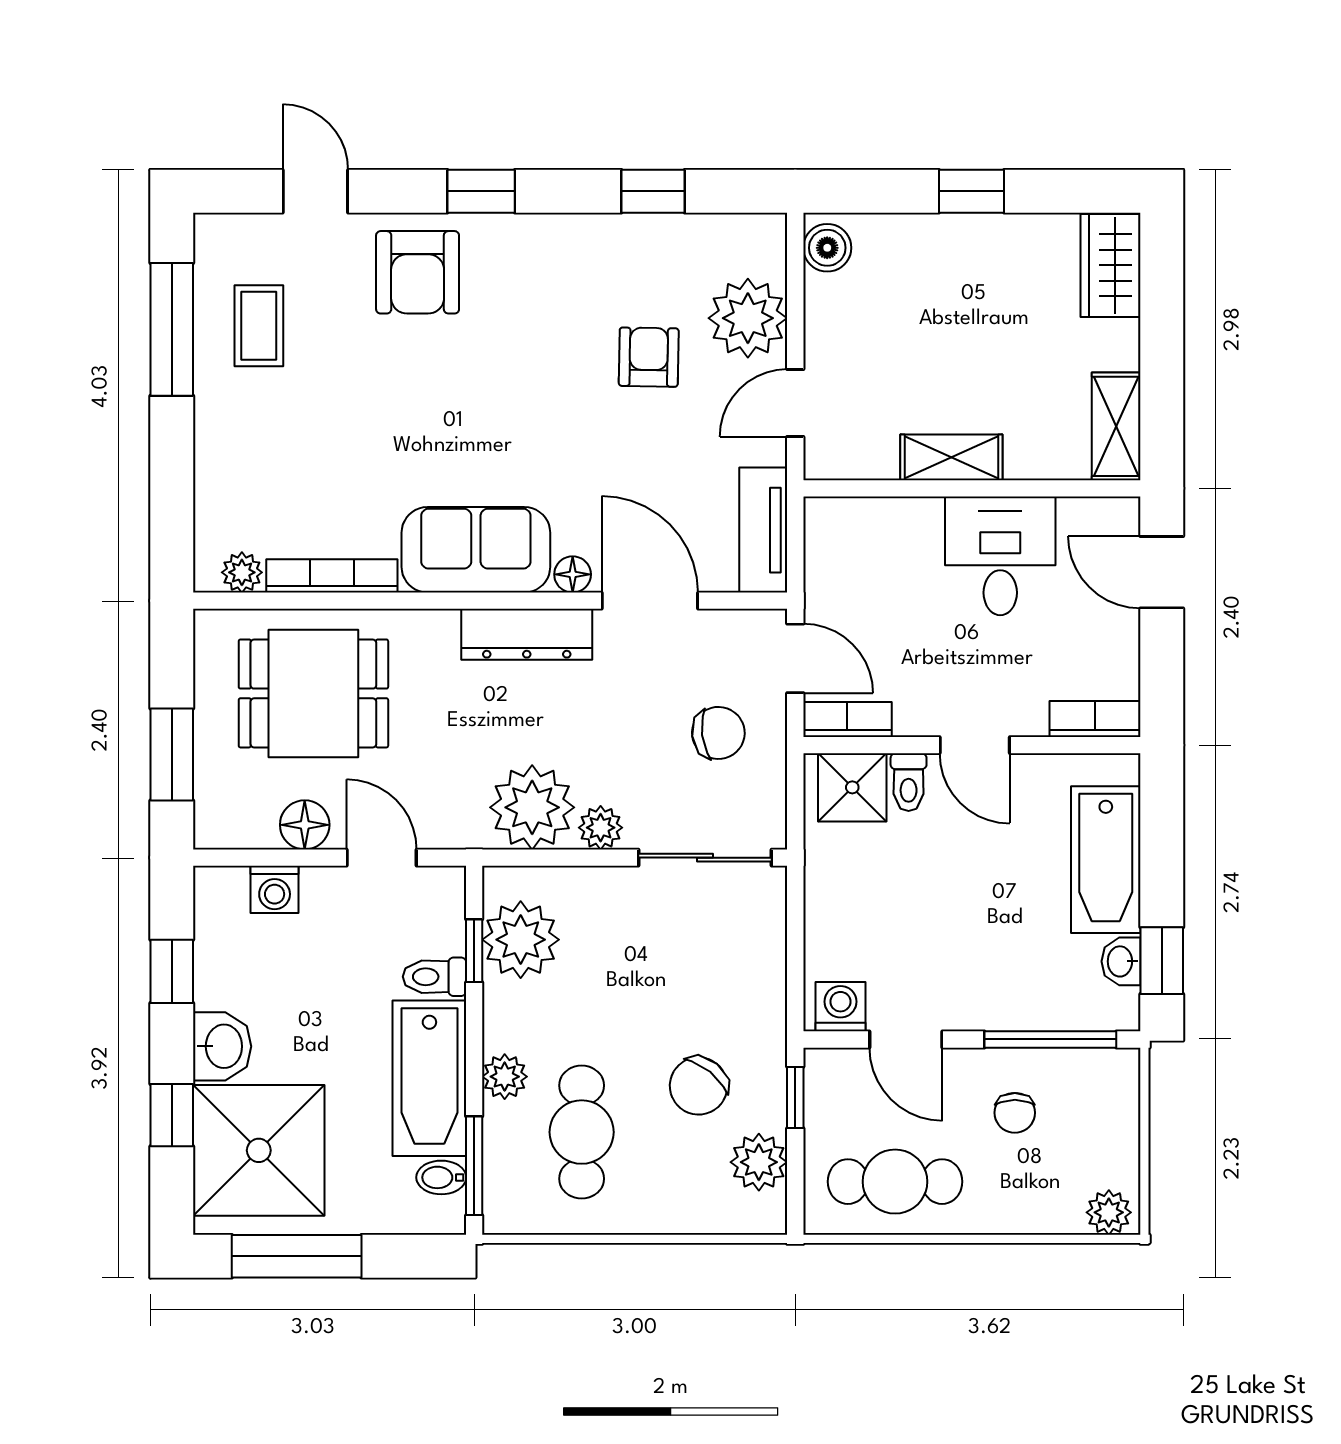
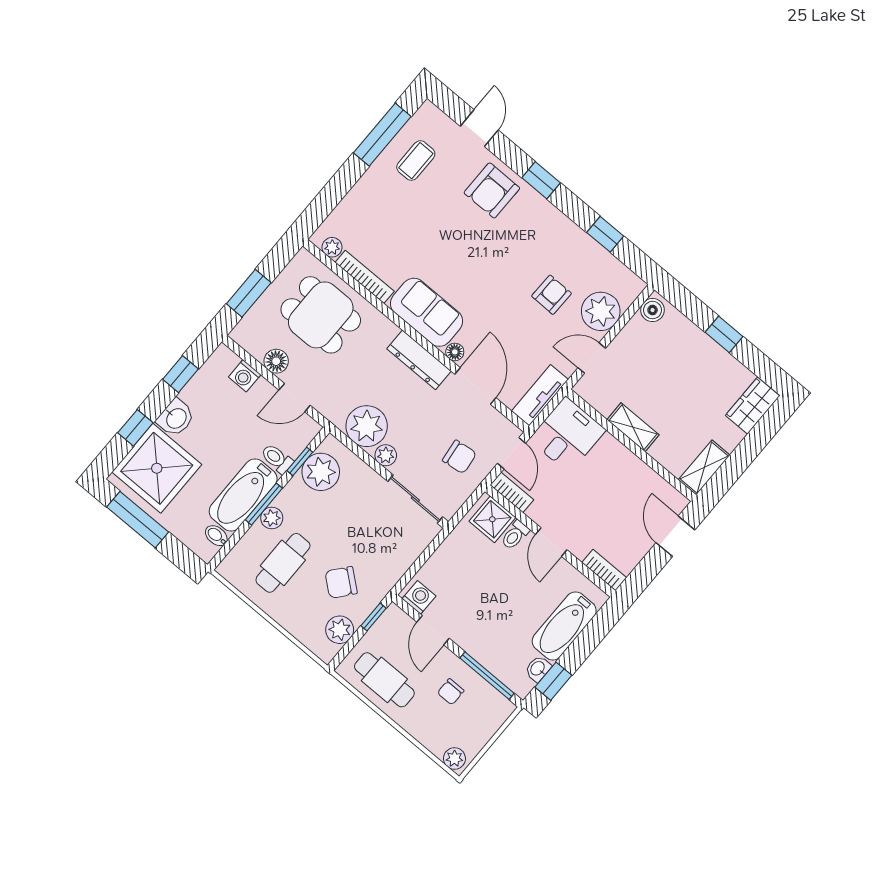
desk: (1000, 556) -> (567, 435), moved
door: (382, 858) -> (295, 398), swing flipped
window: (474, 1166) -> (264, 504), moved

